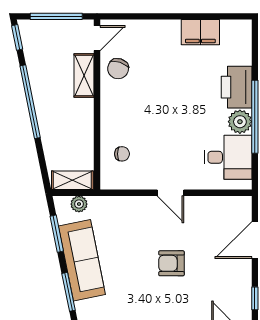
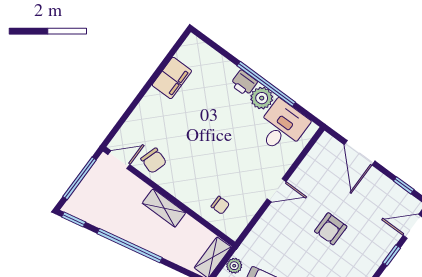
door: (97, 38) -> (119, 160), hinge flipped
shelving: (84, 76) -> (164, 208), moved
printer: (237, 87) -> (244, 83), width x0.53, depth x0.68
chair: (122, 154) -> (220, 205), turned 90

